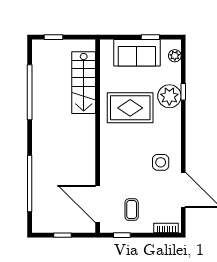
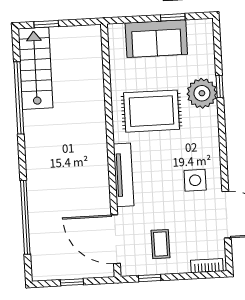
plant: (175, 56) -> (206, 40), removed
stairs: (84, 83) -> (35, 68), moved, turned 180
tv unit: (106, 155) -> (124, 175), added

